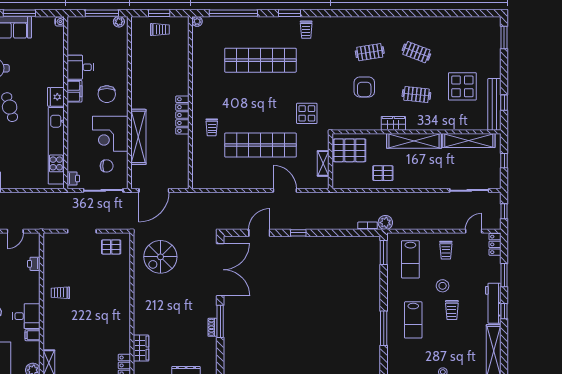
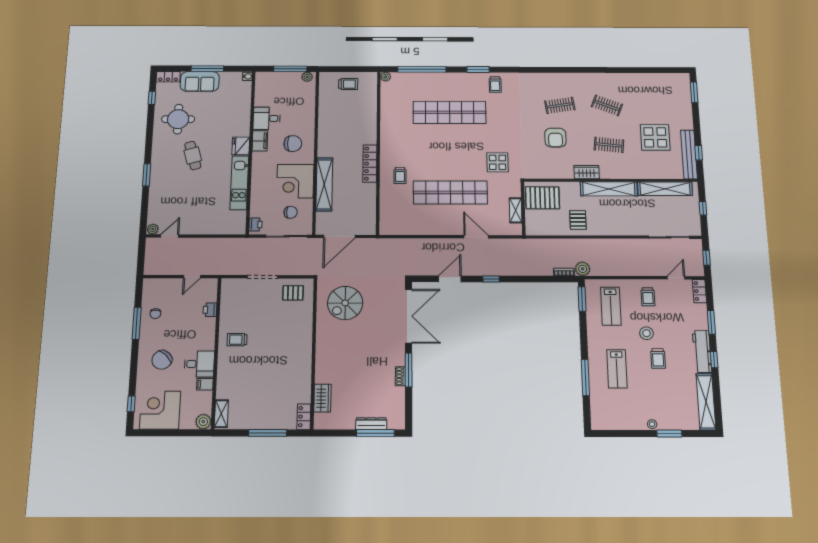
window: (159, 13) -> (348, 69), removed
chair: (107, 94) -> (293, 144), turned -90
kitchen unit: (56, 146) -> (239, 183), width x0.73
pallet: (383, 173) -> (578, 220), turned 90

